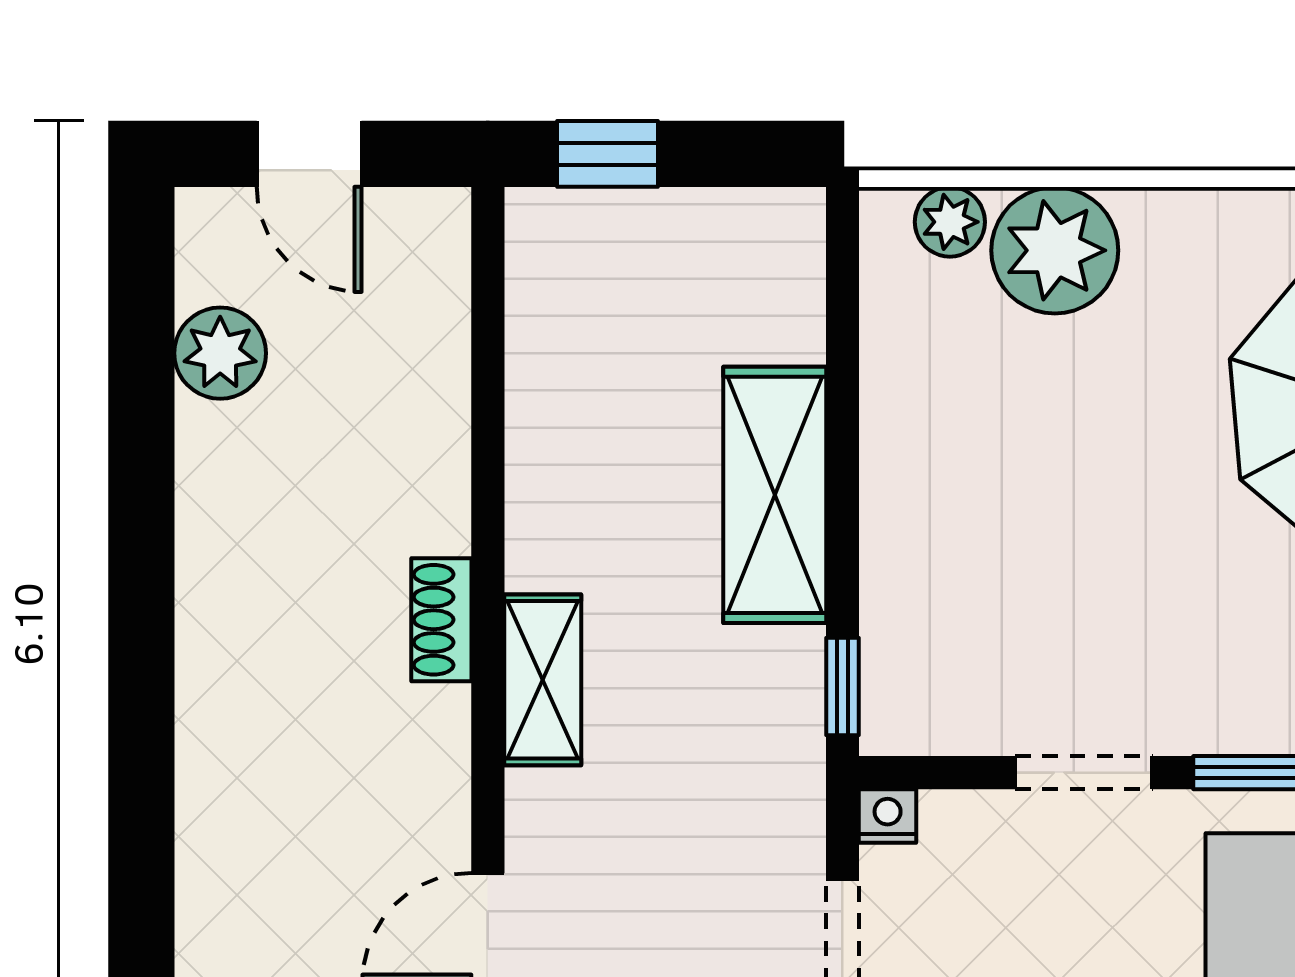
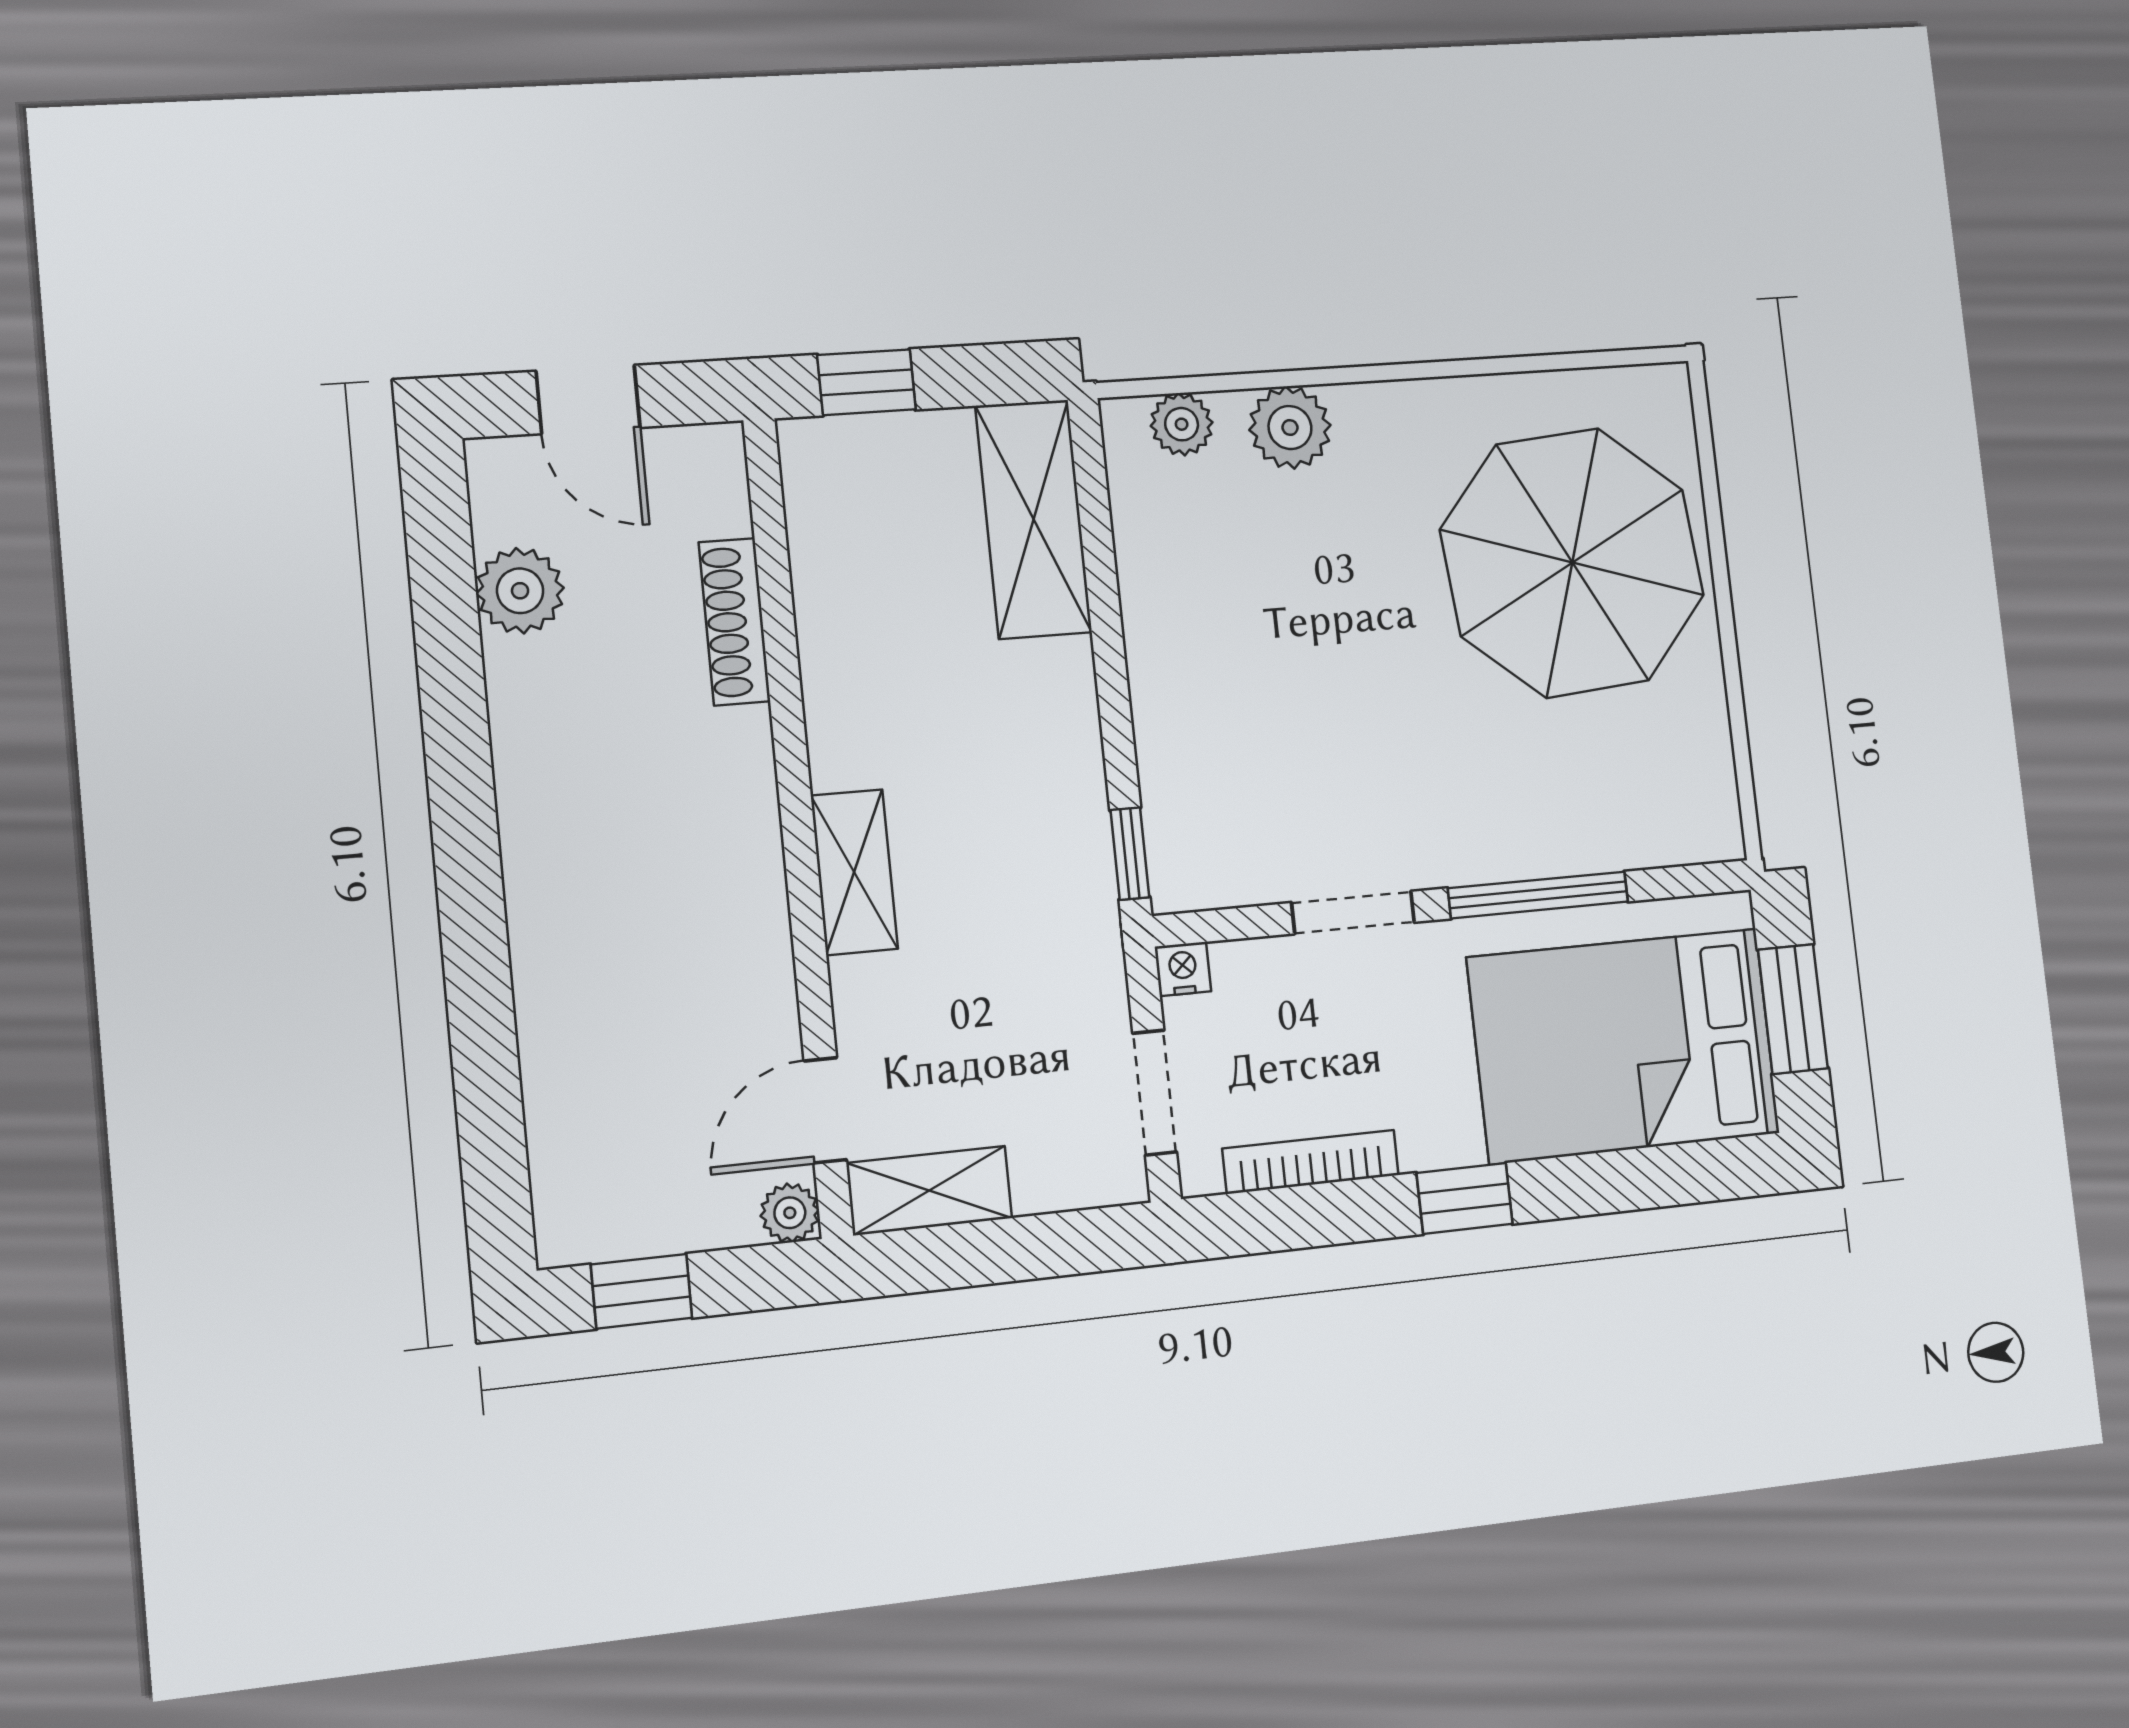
plant: (1055, 250) -> (1290, 428), width x0.73, depth x0.73
shelving: (775, 495) -> (1034, 519), moved
shoe rack: (441, 620) -> (734, 622), moved, width x1.43

